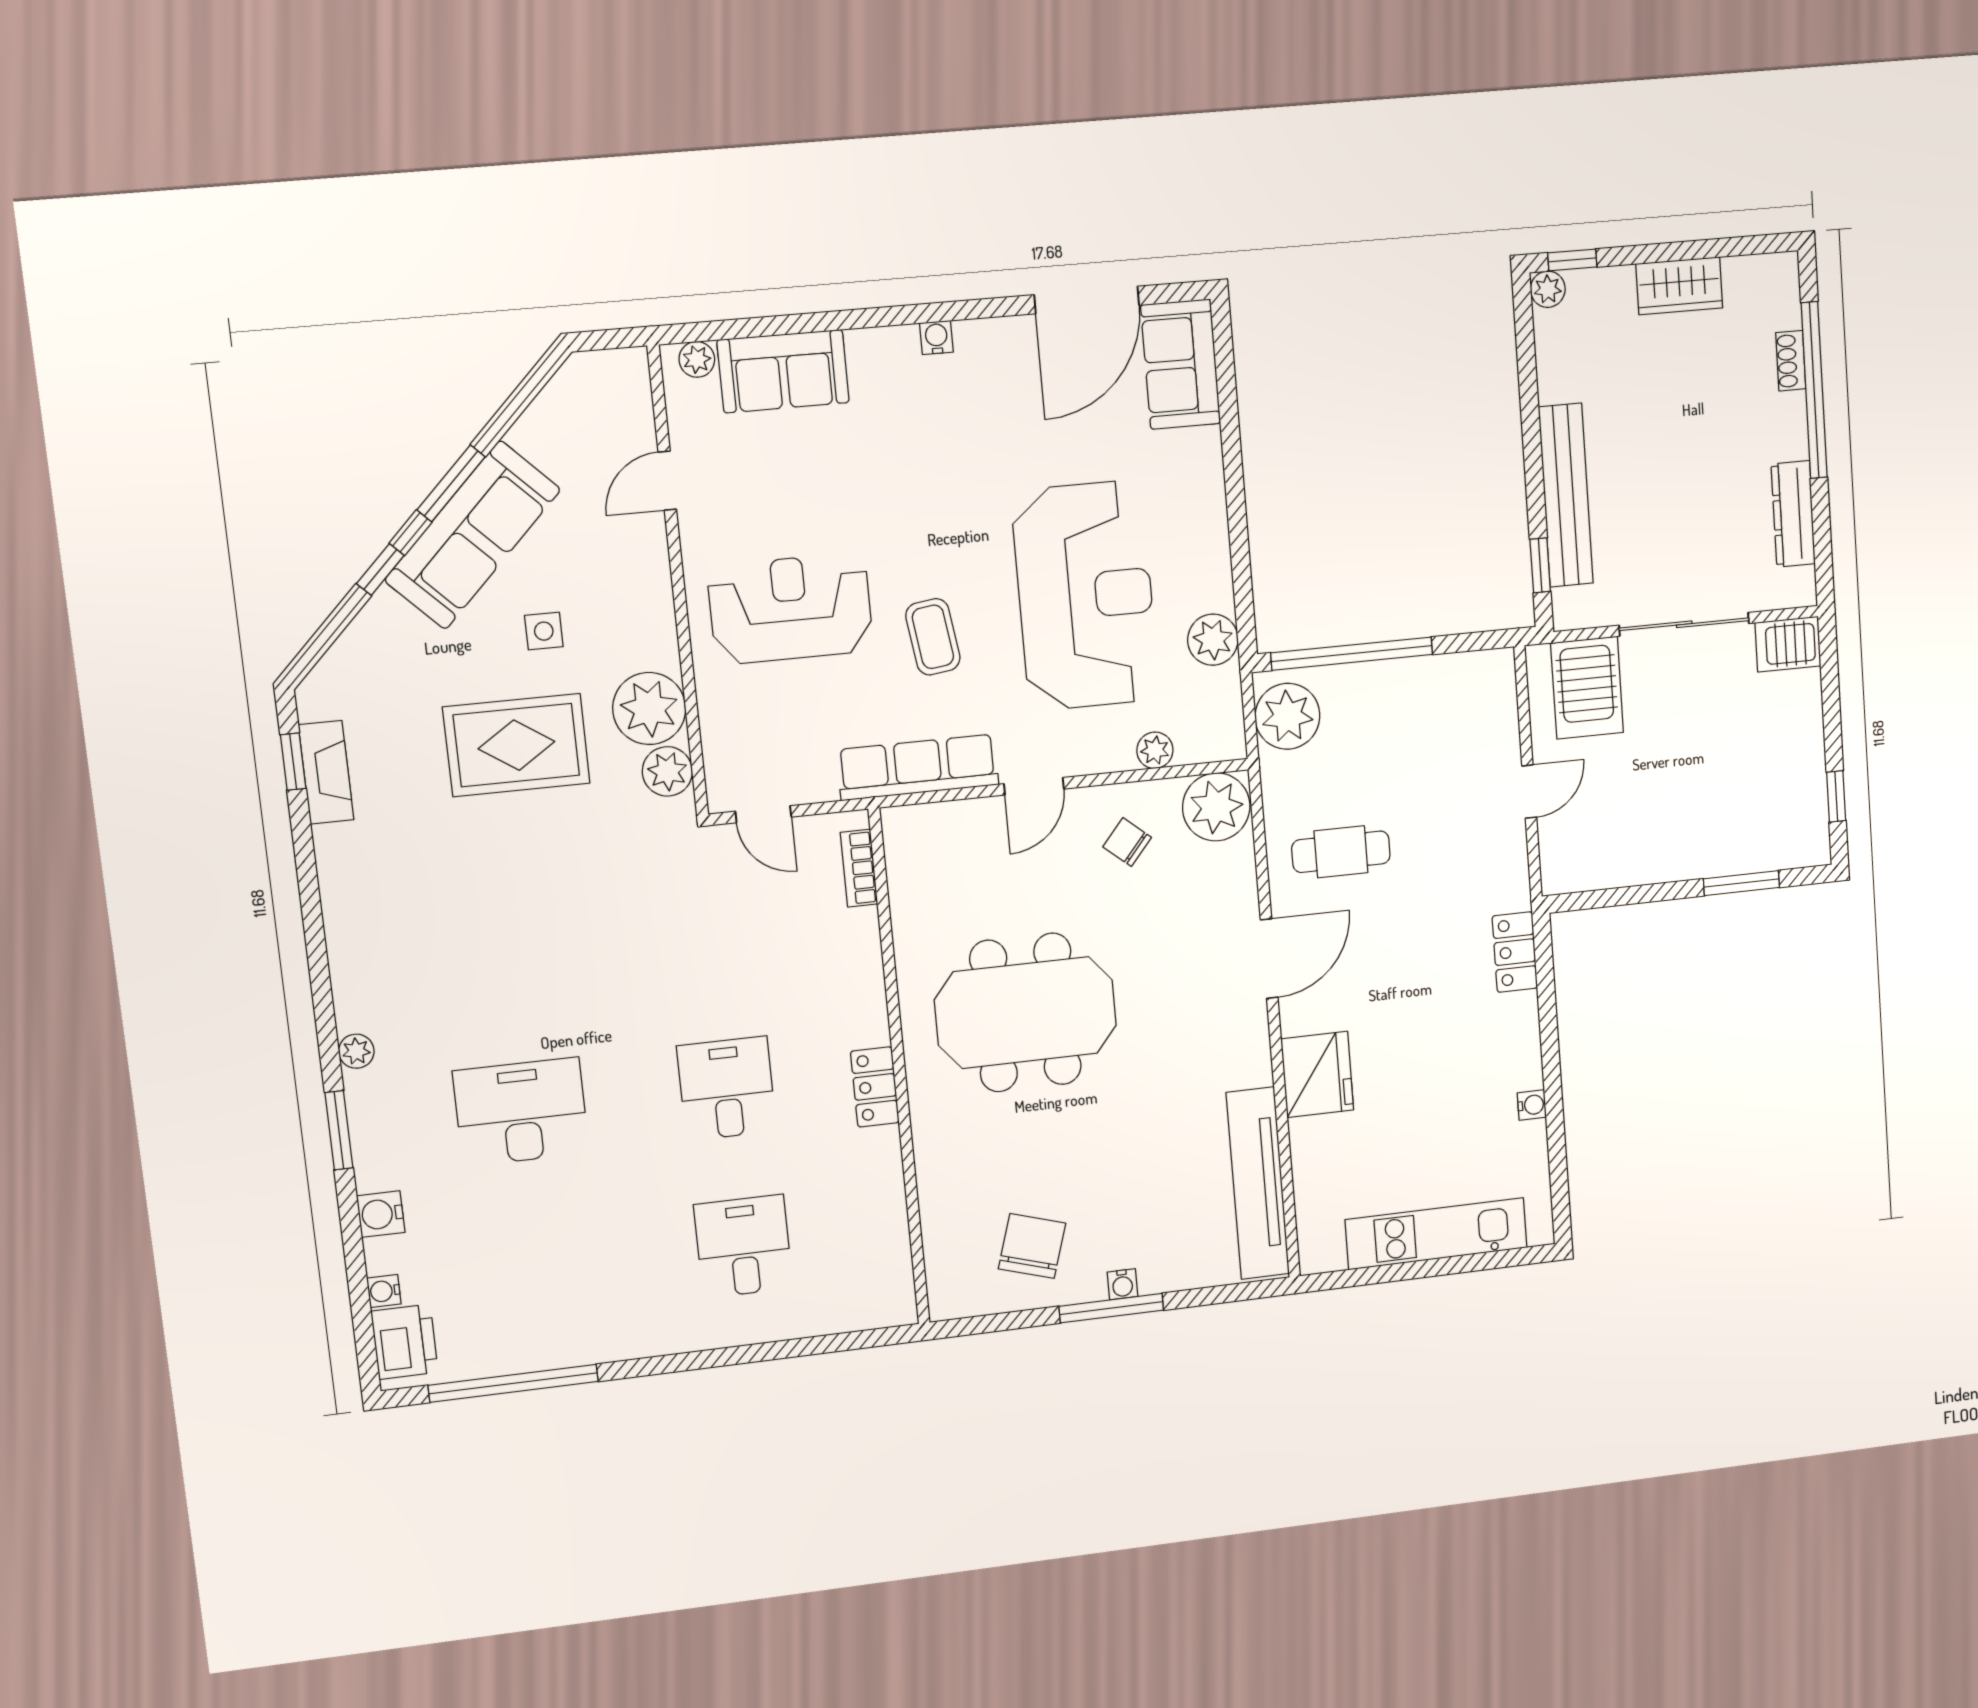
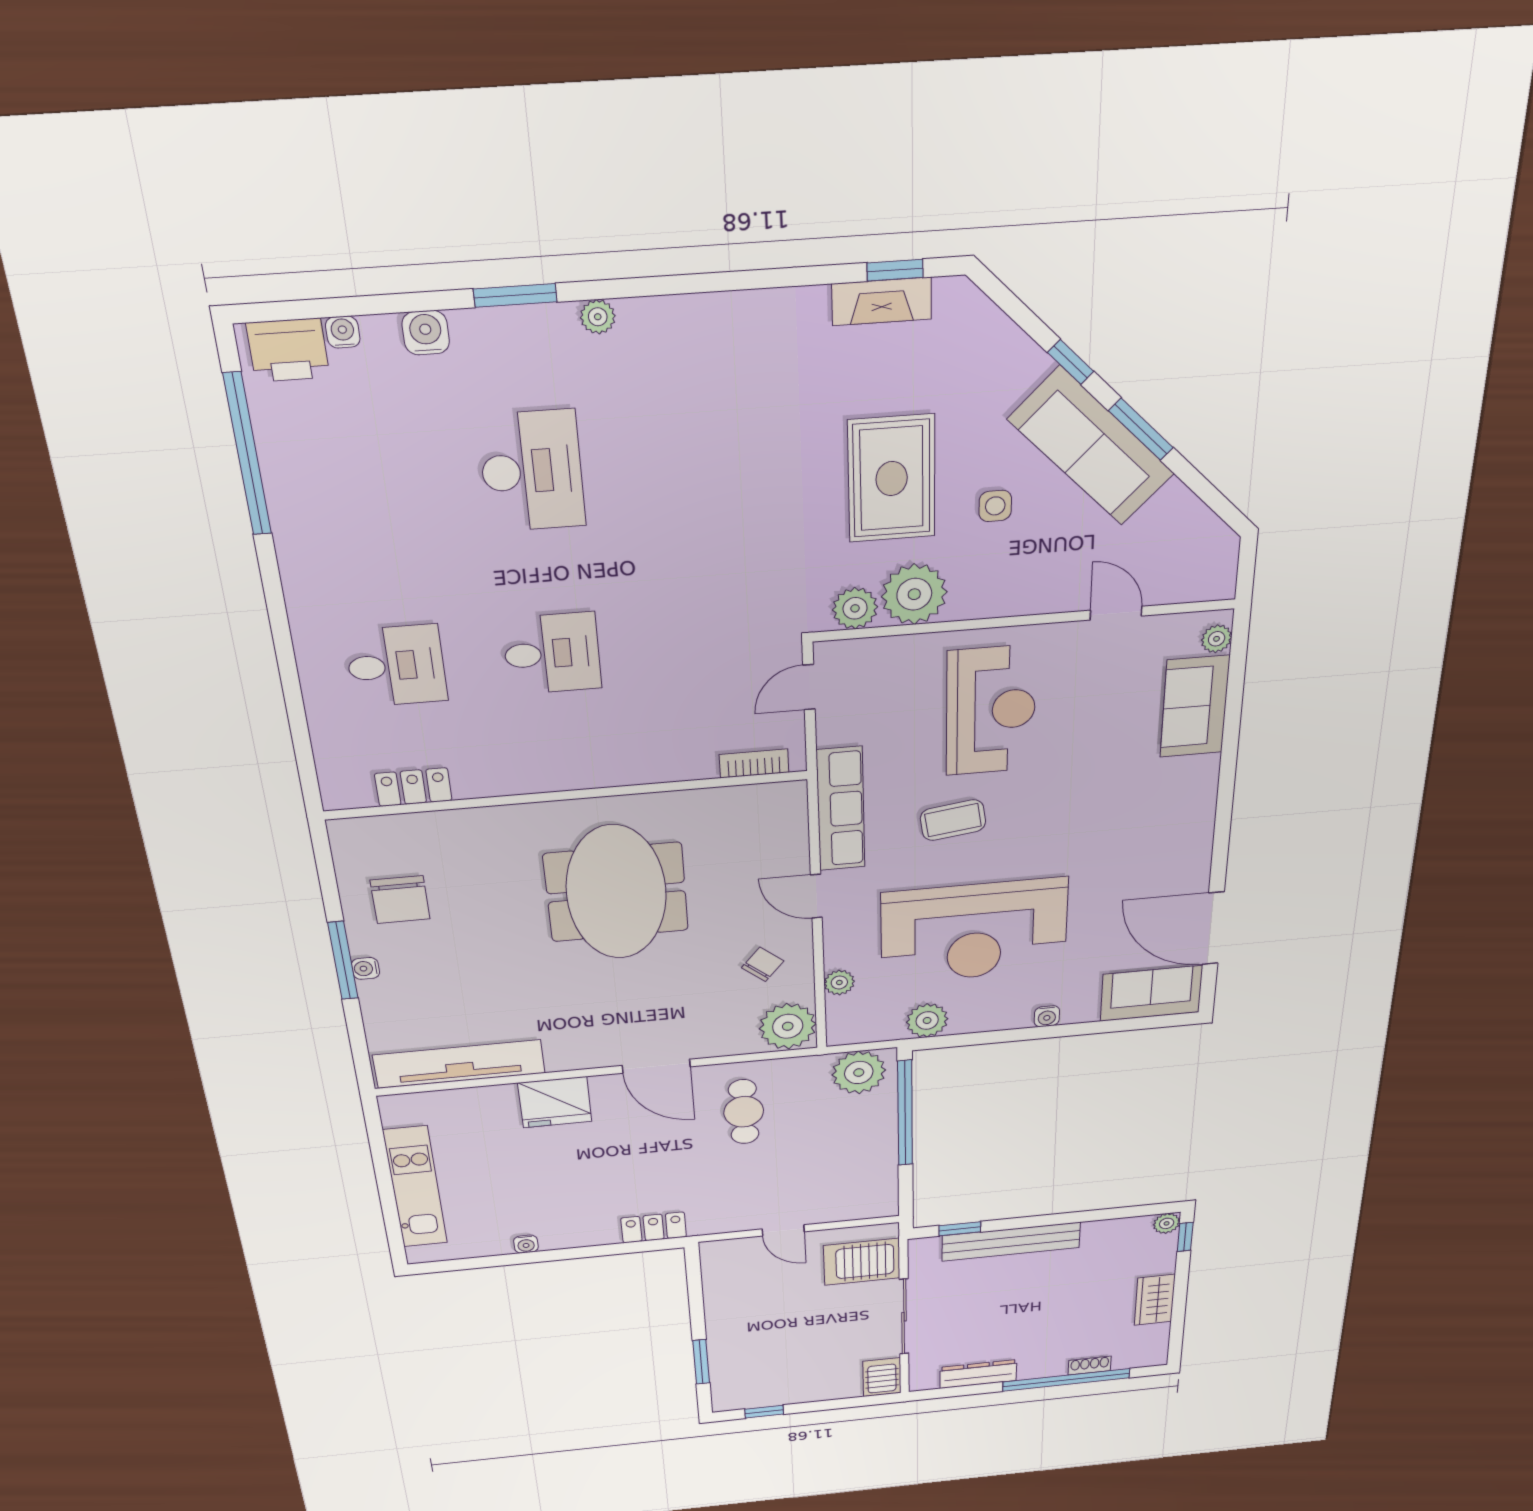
water cooler: (936, 338) -> (1047, 1016), moved, turned 90
locker: (875, 1087) -> (413, 787), moved
chair: (1032, 1246) -> (400, 900), turned 73

